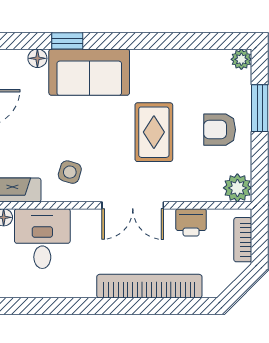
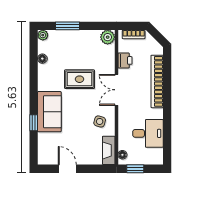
floor lamp: (37, 58) -> (42, 59), moved
armchair: (220, 130) -> (78, 46), removed
double door: (133, 205) -> (116, 90), swing flipped
desk: (42, 239) -> (148, 133), moved, turned 180

